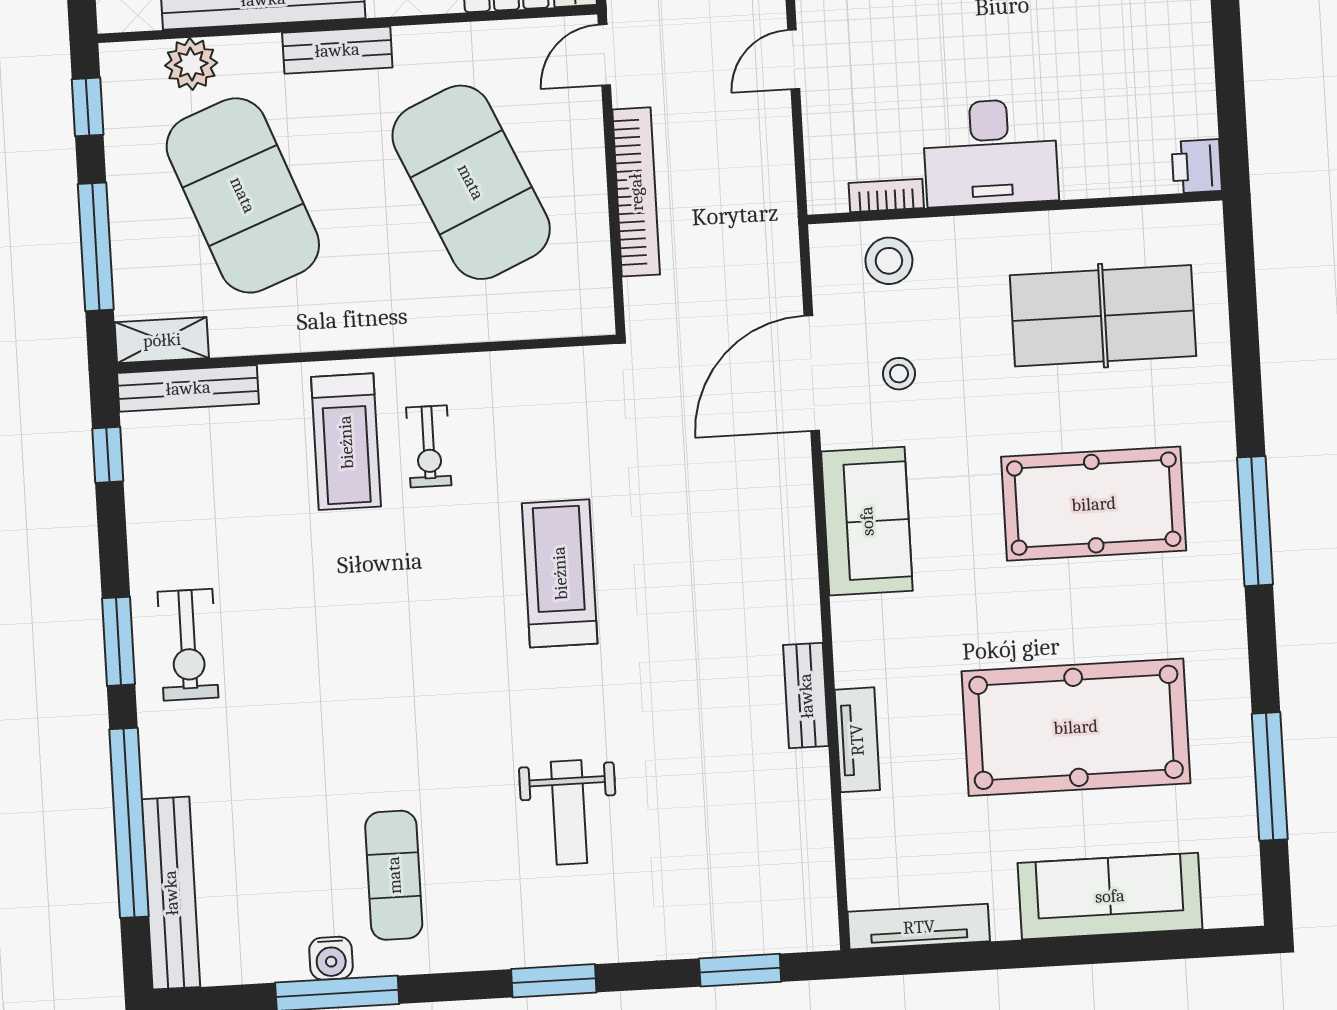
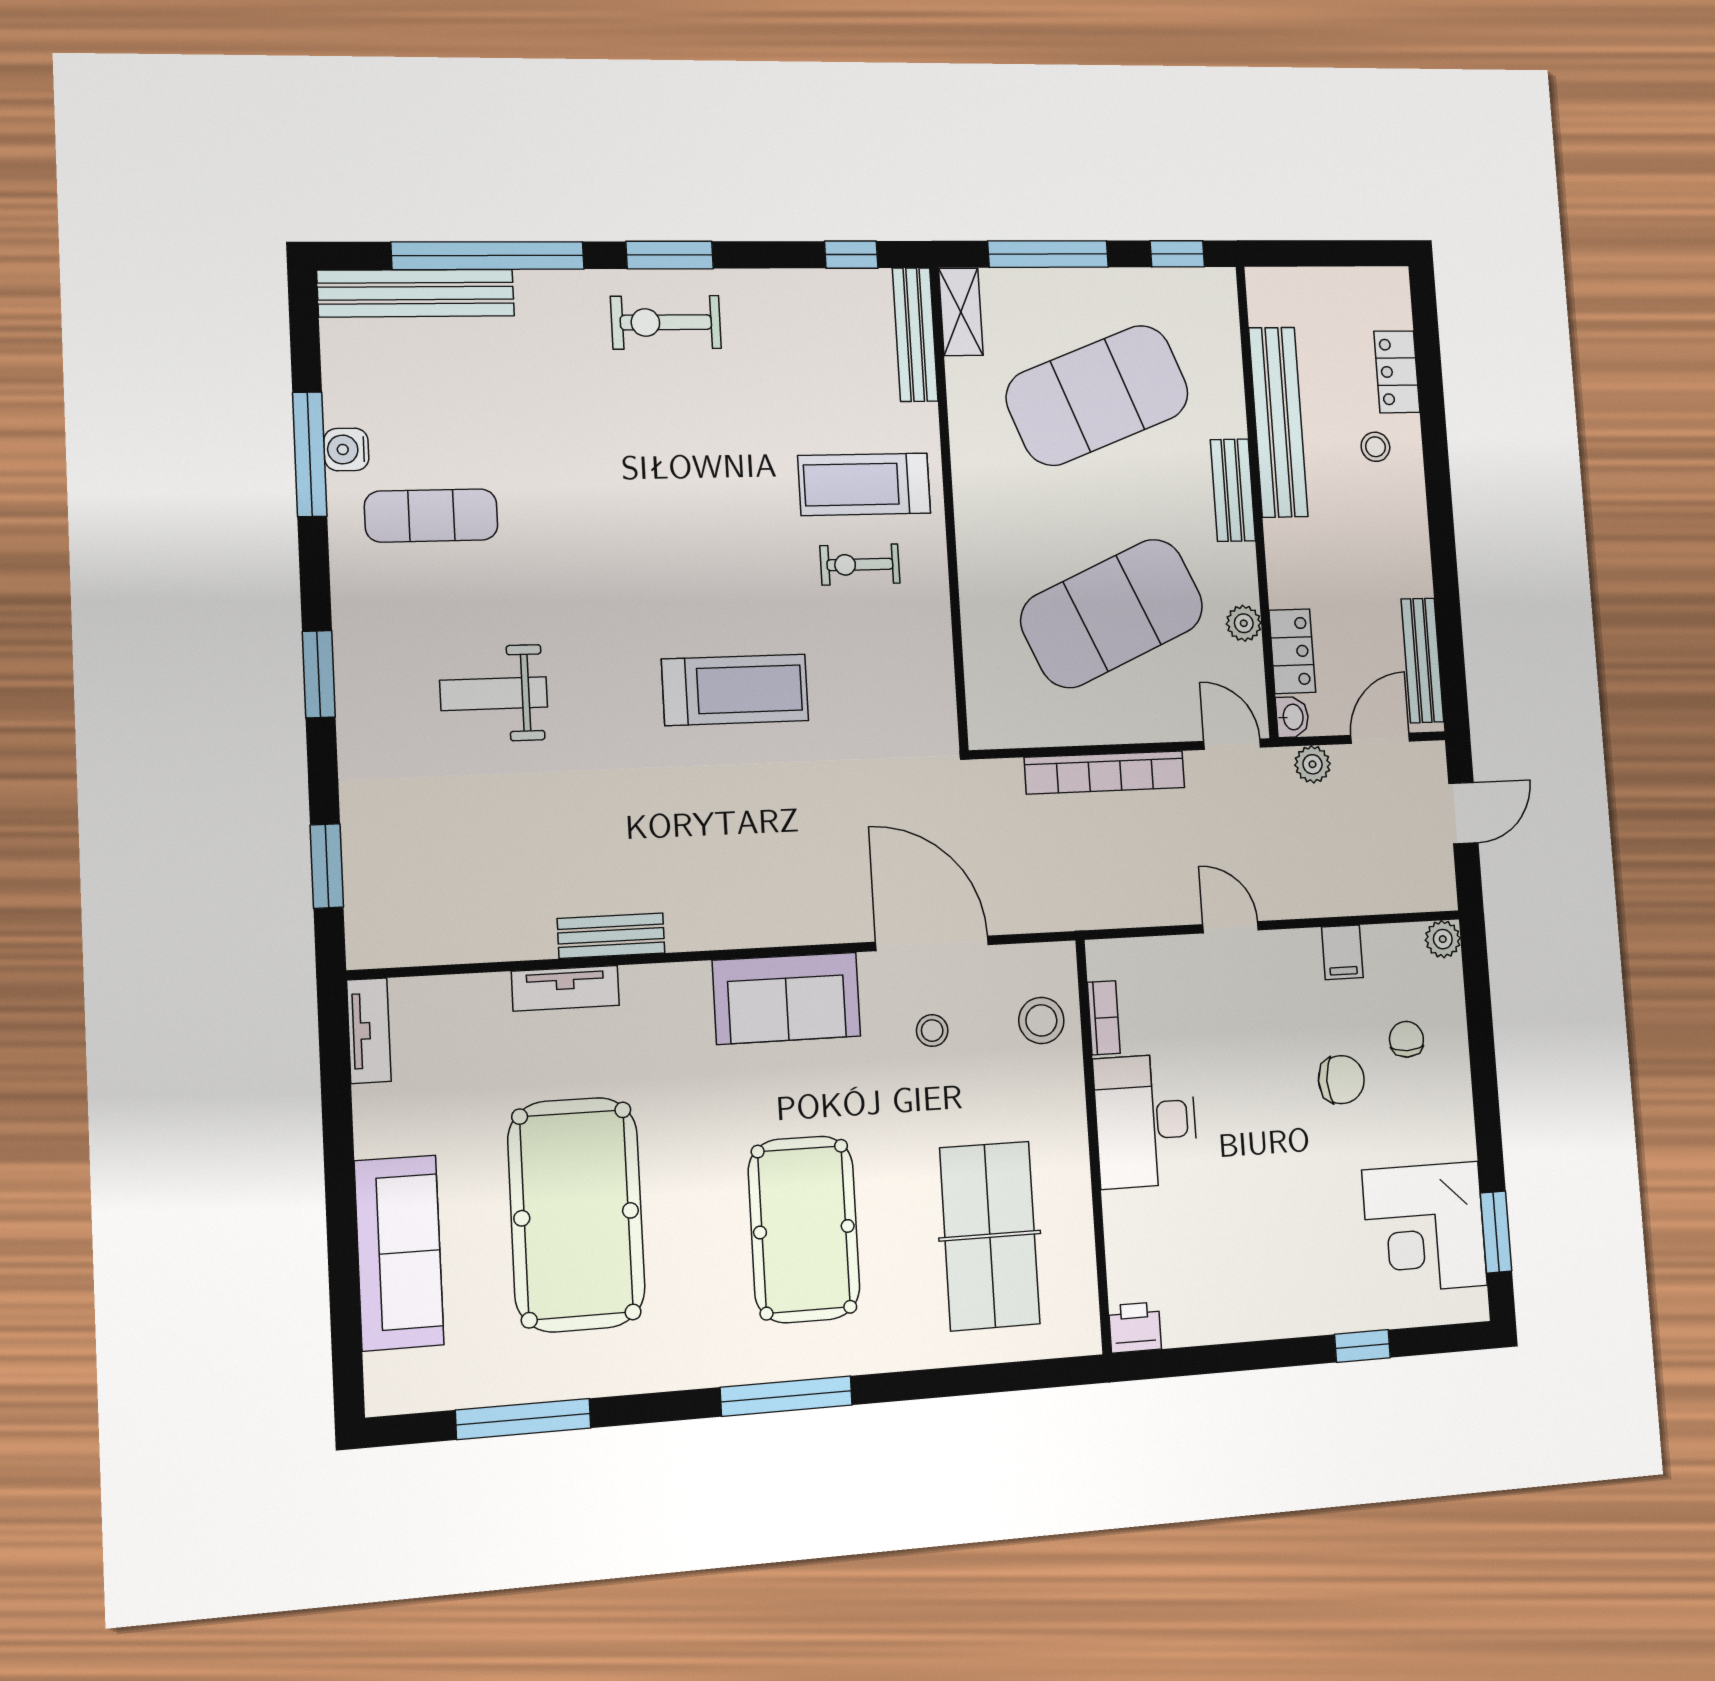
plant: (191, 64) -> (1244, 623), moved, width x0.73, depth x0.73
tv unit: (919, 927) -> (369, 1031), width x0.71

